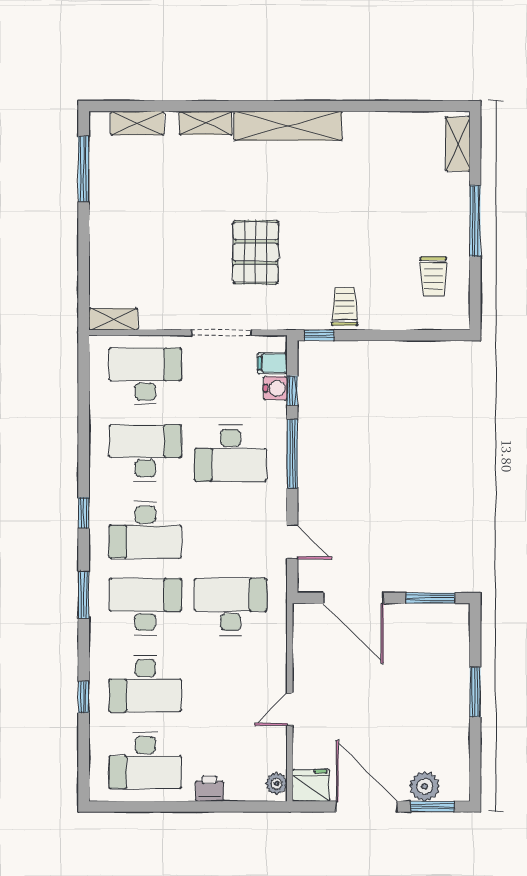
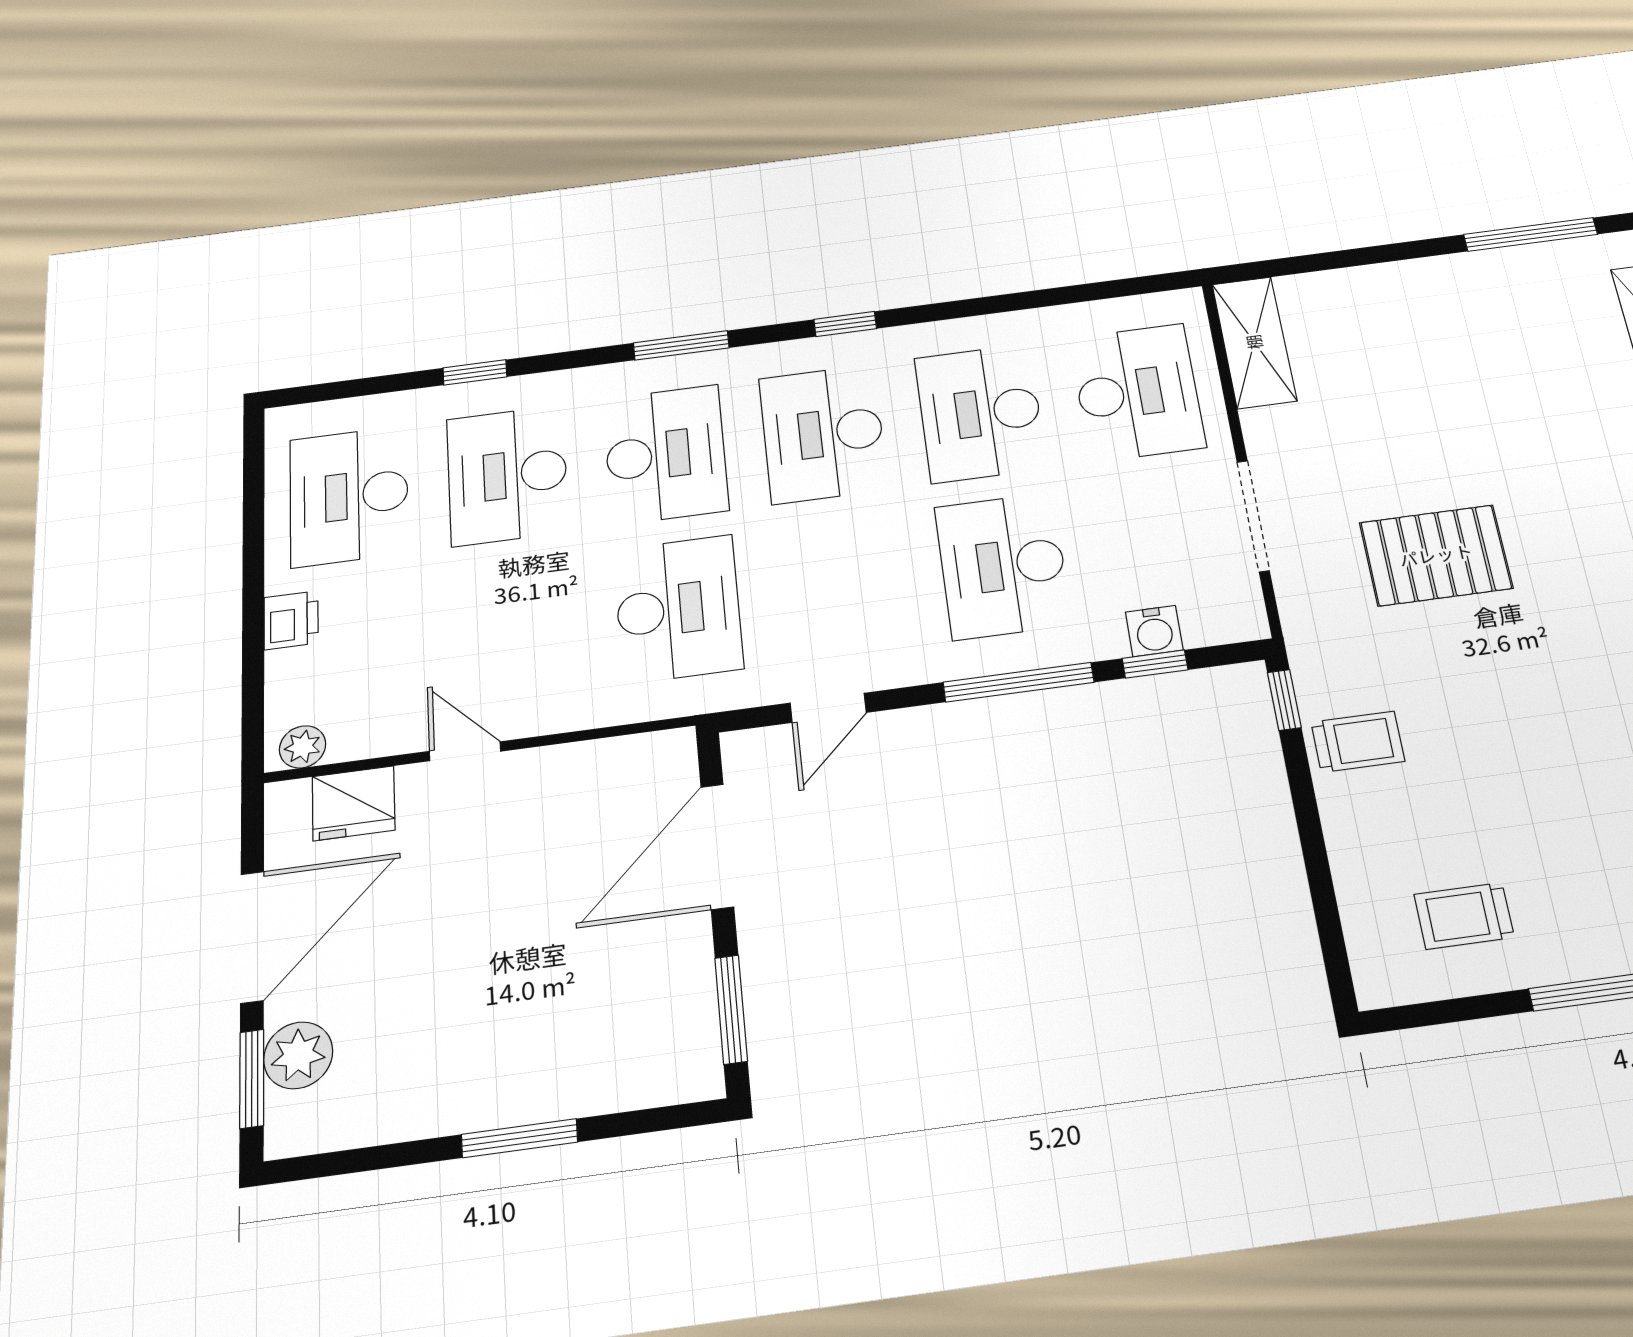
shelving: (113, 319) -> (1254, 342), width x1.50, depth x1.33
filing cabinet: (272, 363) -> (1206, 618), removed
desk: (145, 453) -> (980, 413), turned 180
fridge: (311, 785) -> (354, 803), moved, turned 90

